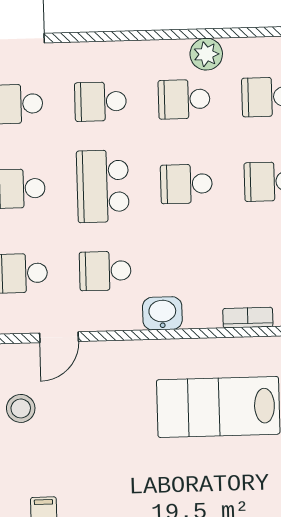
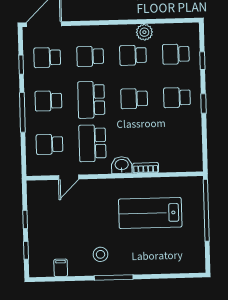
school desk: (105, 271) -> (92, 143), width x1.85
bookcase: (248, 318) -> (146, 168), moved
stool: (21, 408) -> (100, 254), moved

